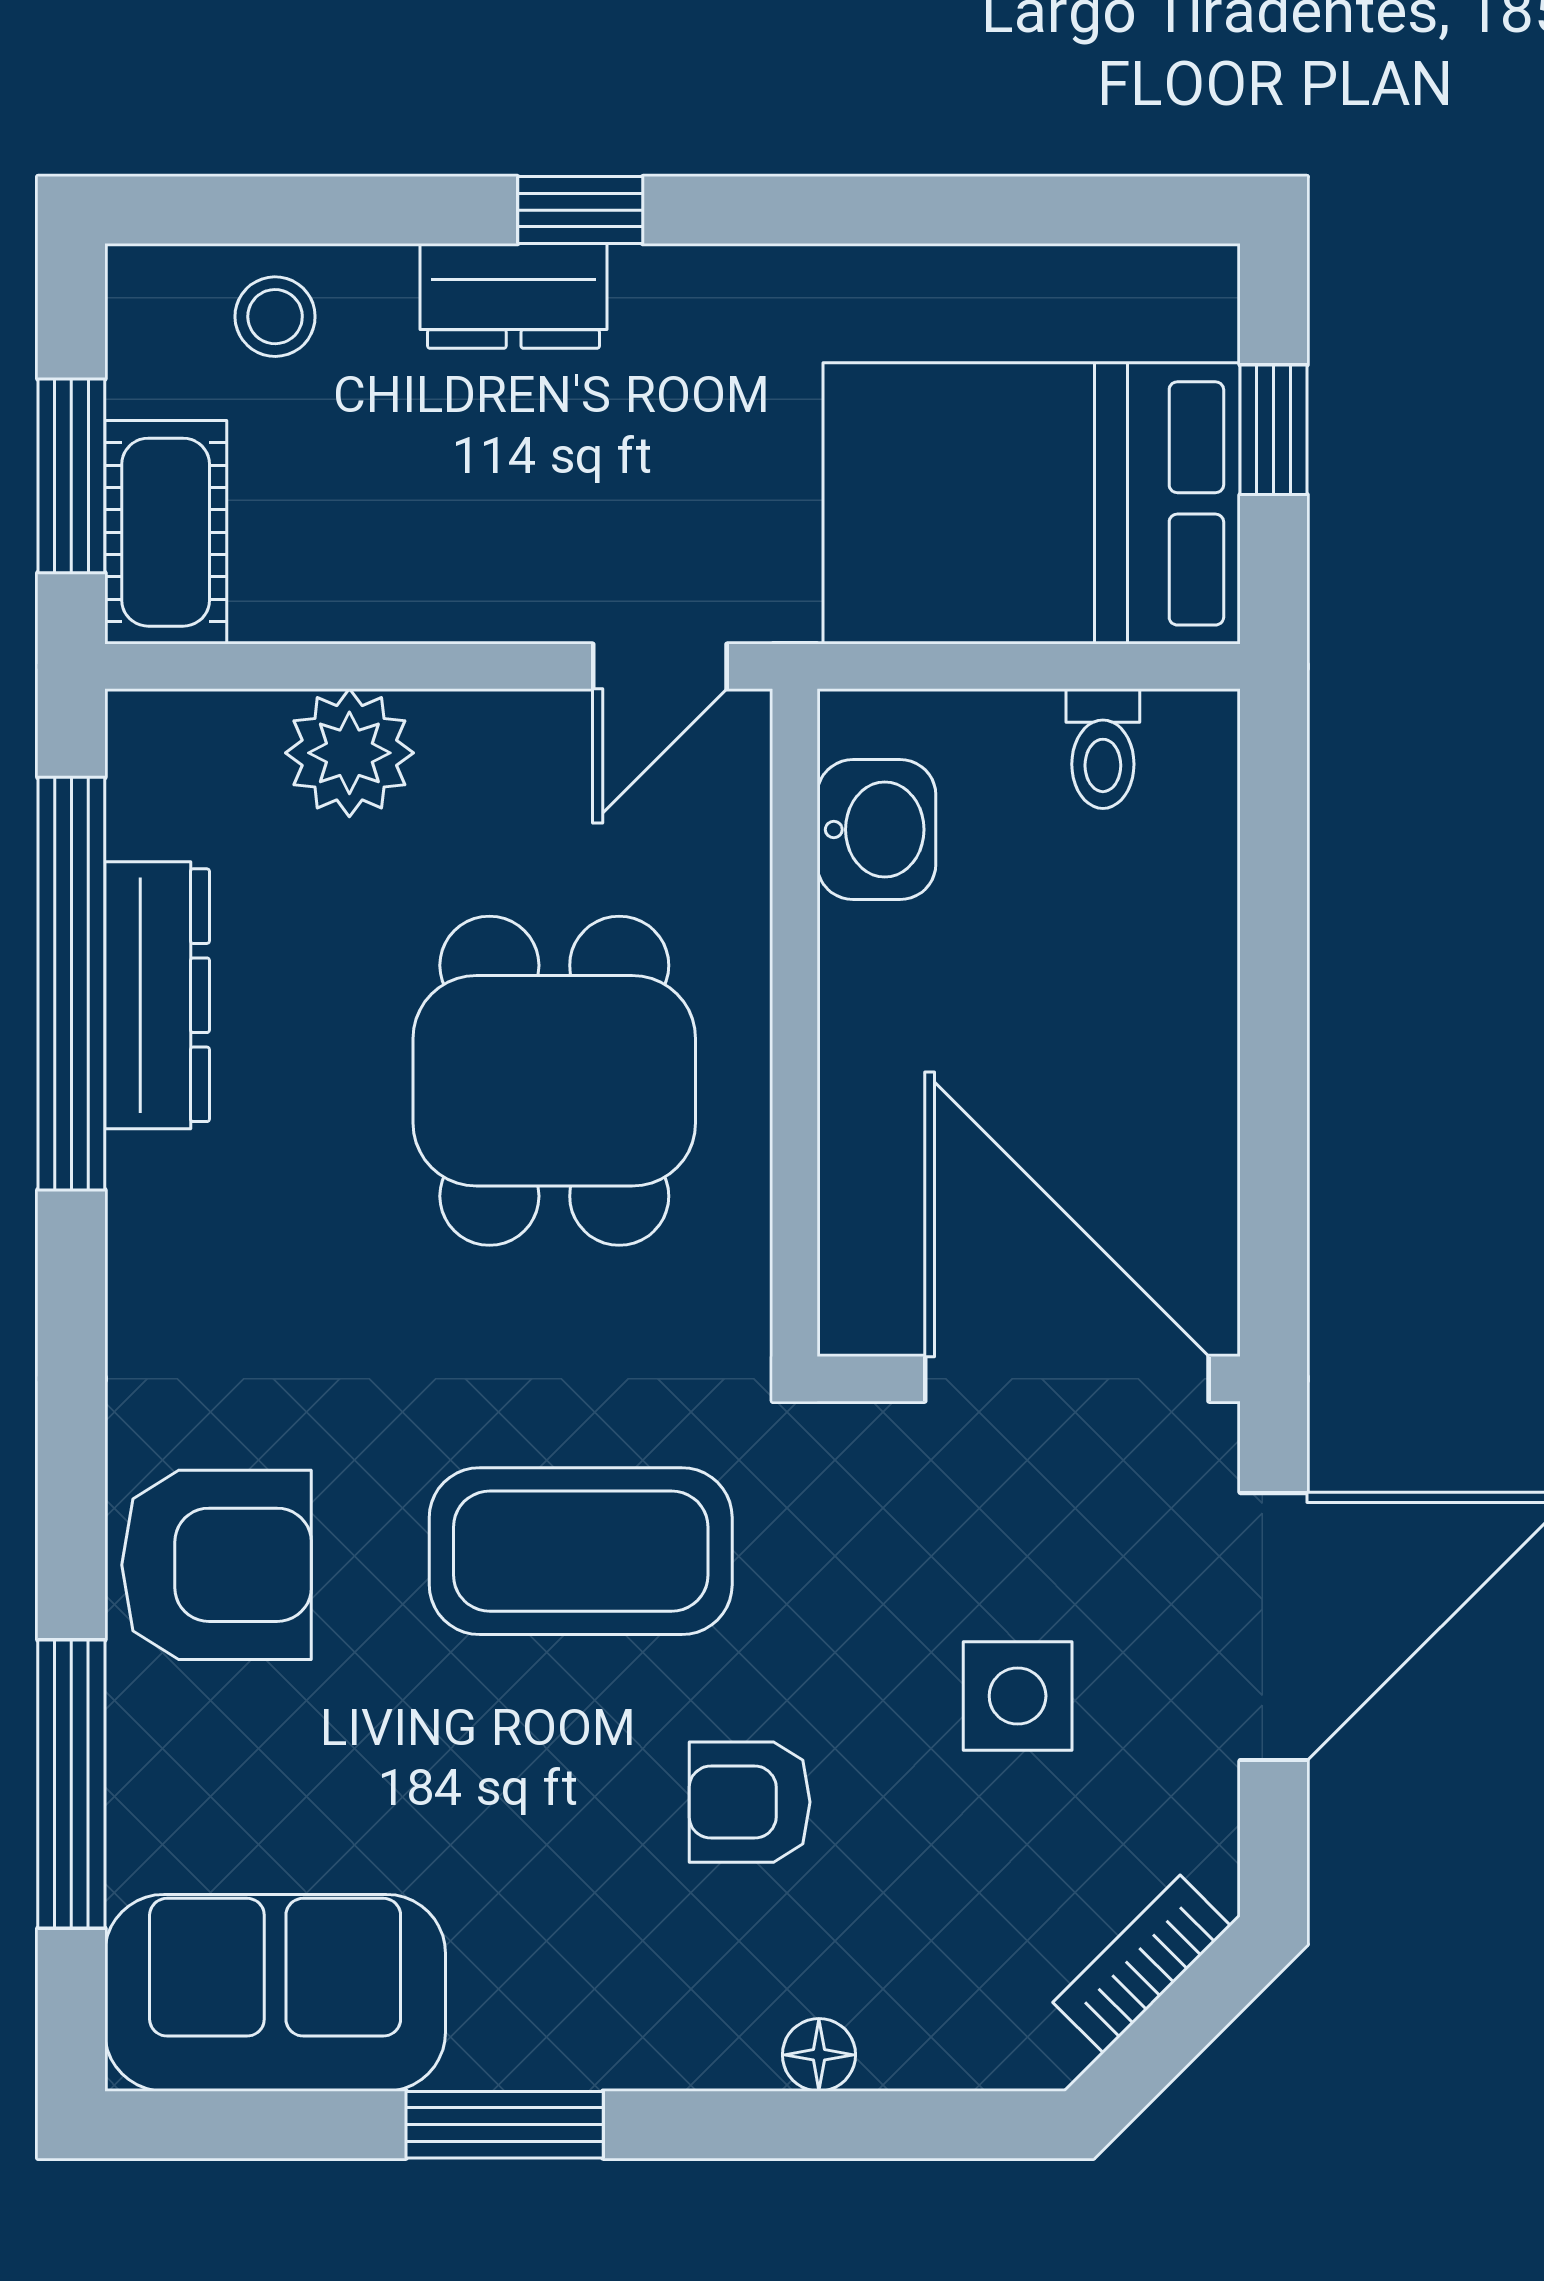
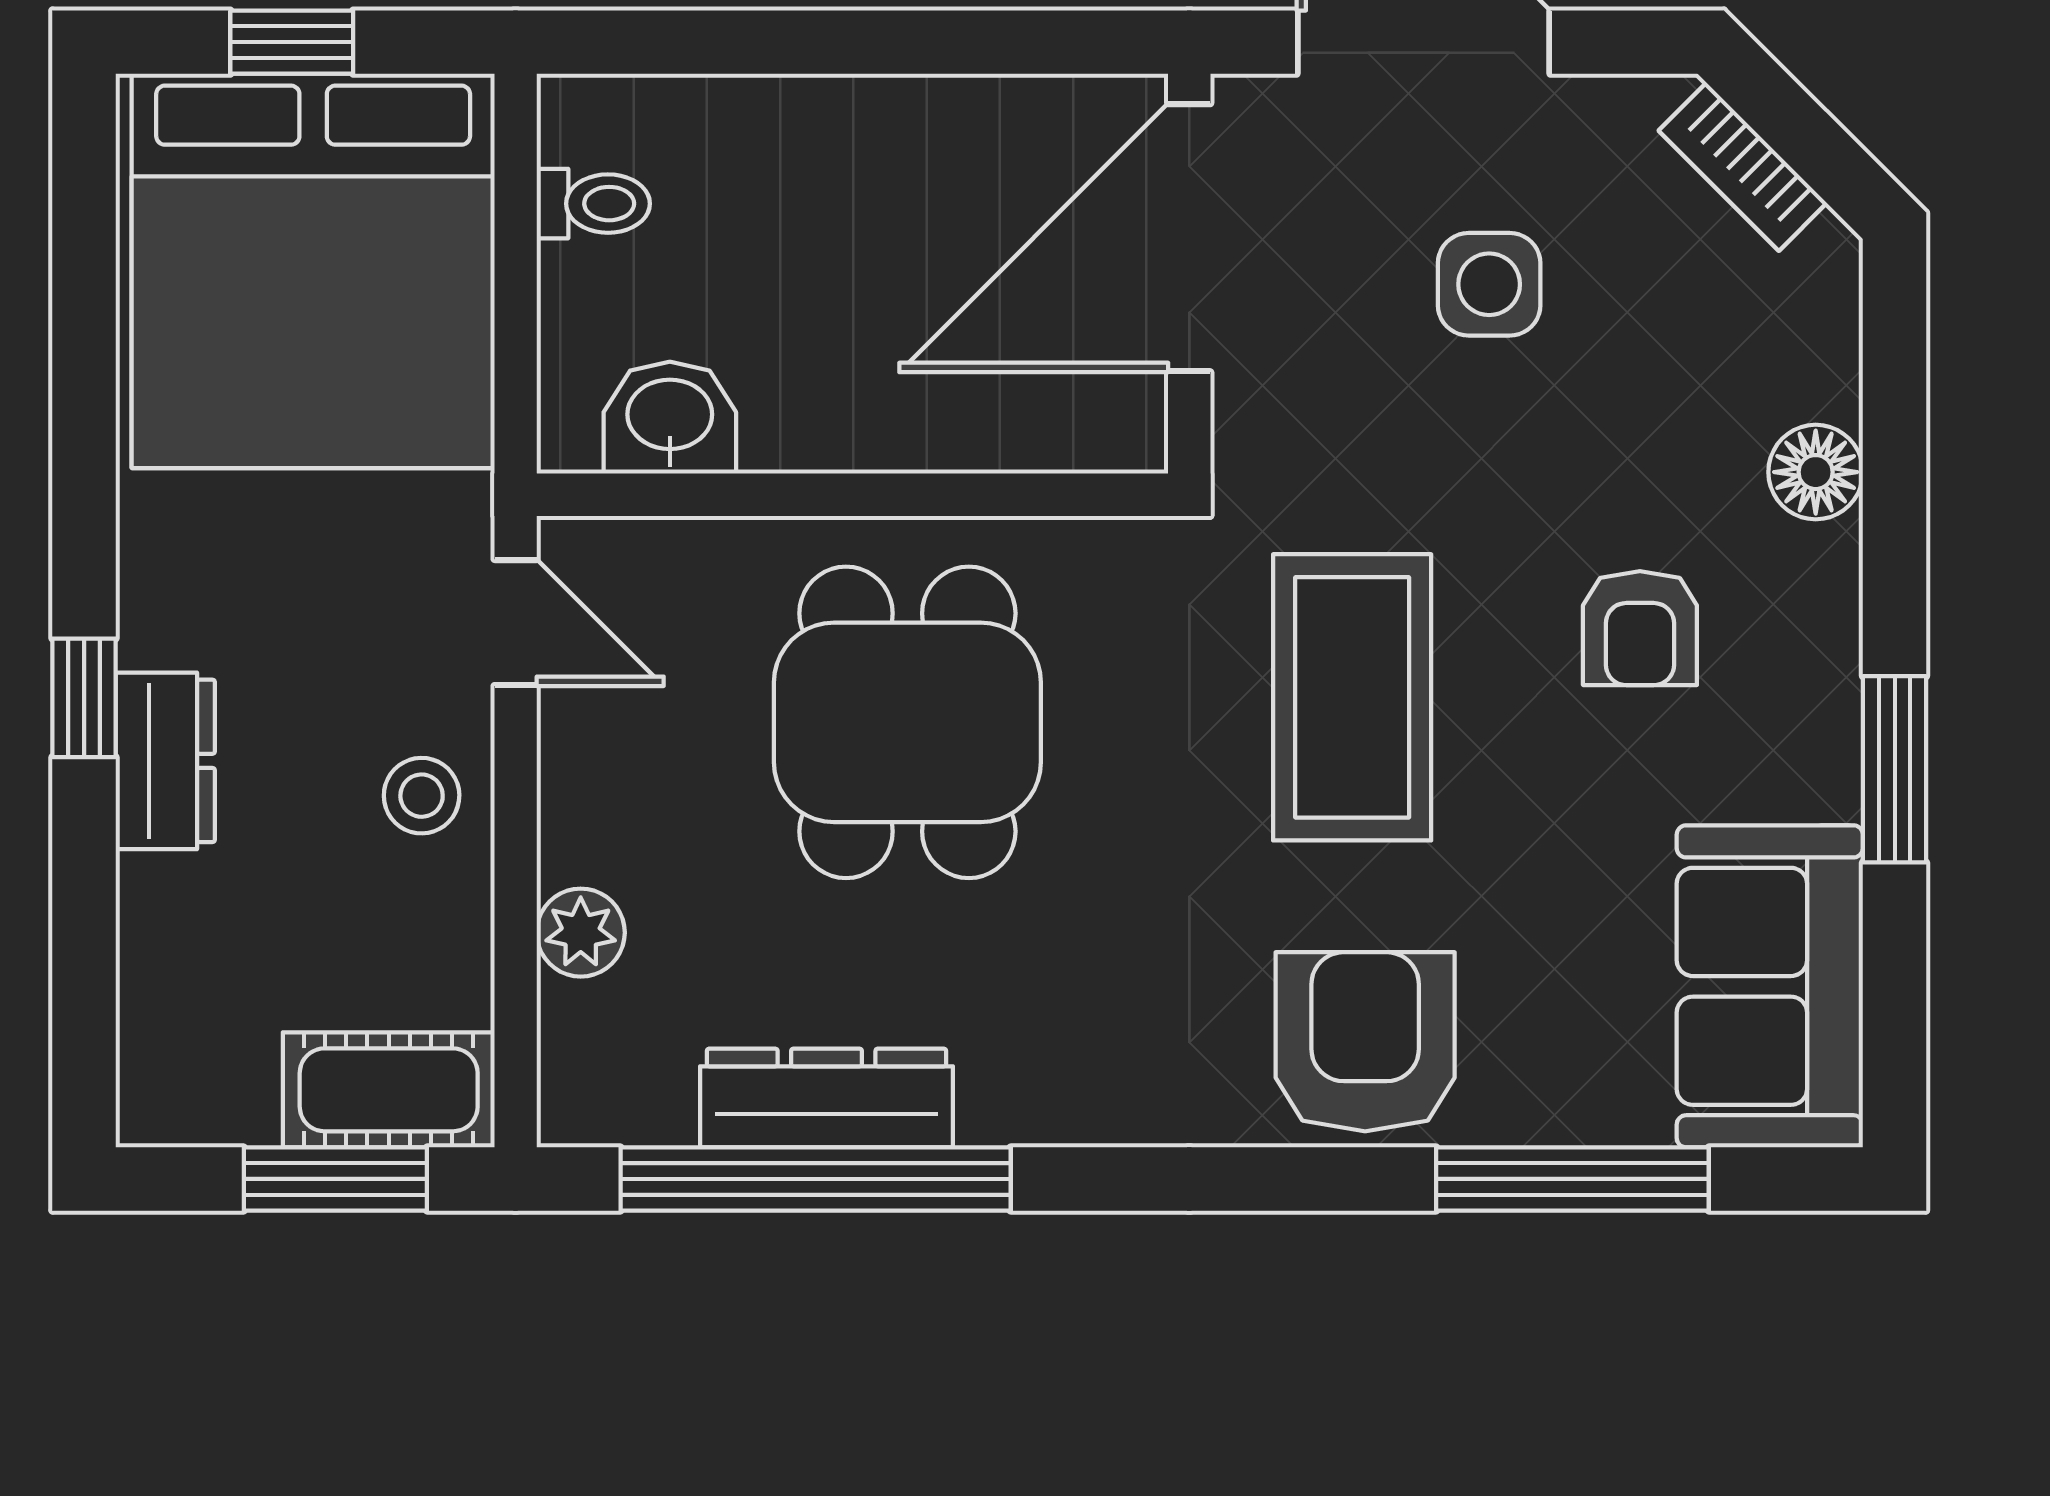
stool: (275, 317) -> (422, 796), moved
bed: (1032, 503) -> (313, 271), width x1.36
plant: (349, 753) -> (581, 933), width x0.73, depth x0.73
dining table: (554, 1081) -> (907, 722), turned 90
armchair: (750, 1802) -> (1640, 628), moved
floor lamp: (819, 2055) -> (1816, 472), width x1.37, depth x1.37

